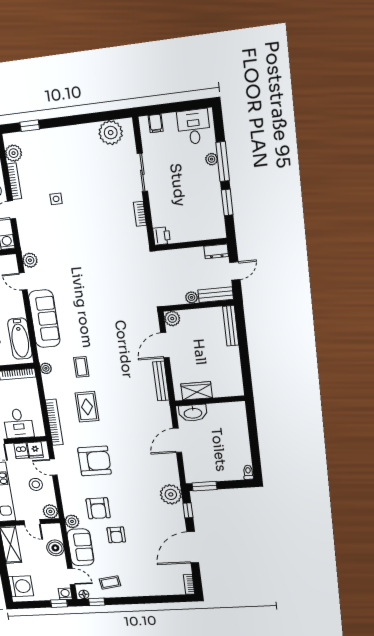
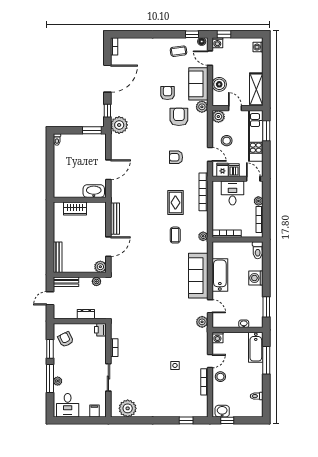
plant: (14, 153) -> (202, 402), removed
armchair: (207, 218) -> (66, 339), added
dresser: (216, 251) -> (86, 314), moved
plant: (192, 297) -> (96, 281), moved
bathtub: (20, 339) -> (220, 275), moved
wardrobe: (197, 391) -> (75, 209), moved
armchair: (94, 461) -> (176, 157), width x0.53, depth x0.53
washing machine: (21, 586) -> (258, 47), width x0.53, depth x0.53

